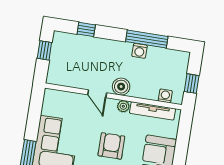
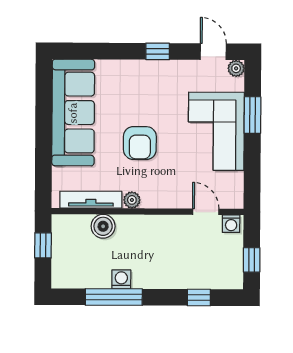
boiler: (121, 87) -> (103, 226), moved
door: (97, 94) -> (206, 212), moved
washing machine: (165, 96) -> (231, 224), moved

